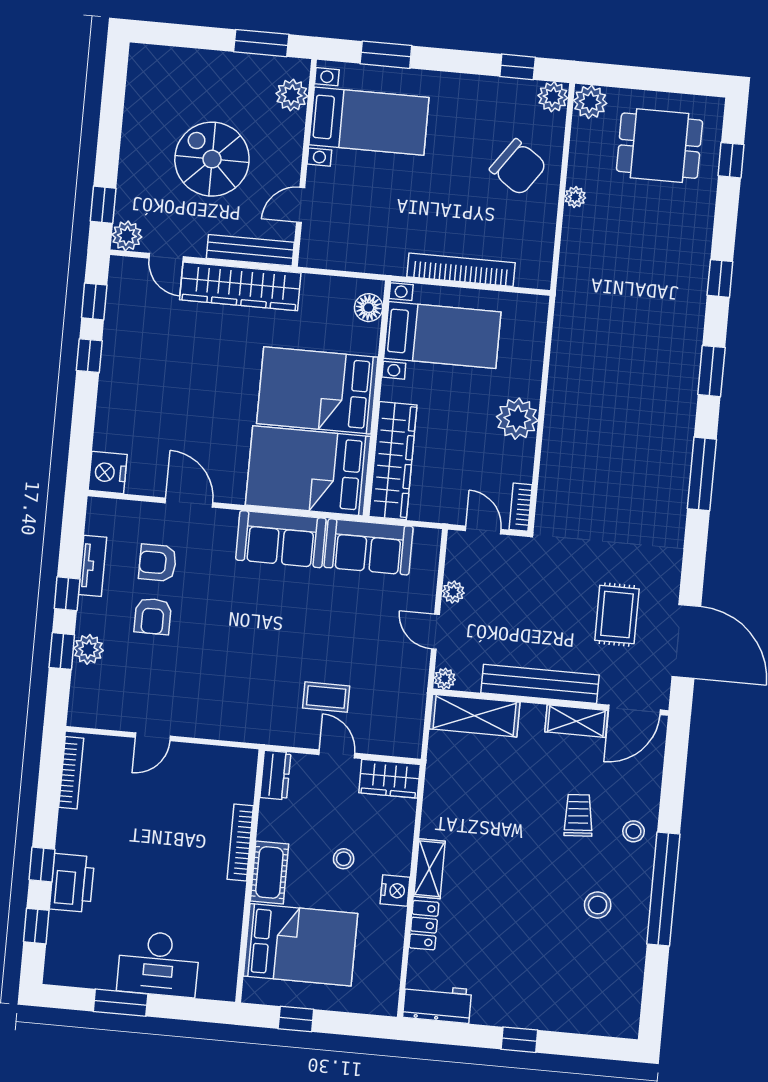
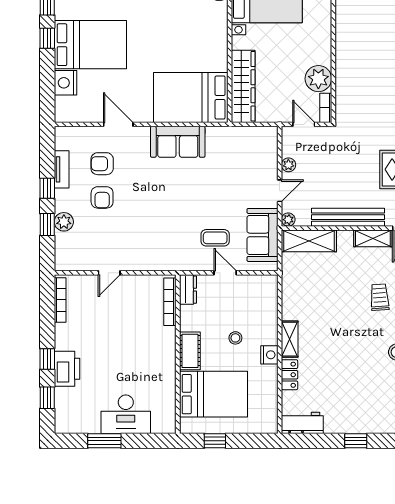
bed: (317, 390) -> (90, 45), moved, turned 180
plant: (517, 419) -> (318, 79), moved
nightstand: (108, 472) -> (66, 83), moved
sofa: (369, 547) -> (262, 235), moved, turned 90
door: (435, 632) -> (280, 191), swing flipped
wardrobe: (390, 779) -> (260, 285), removed
bookcase: (240, 843) -> (170, 302), moved

